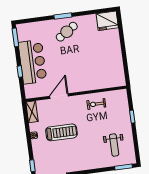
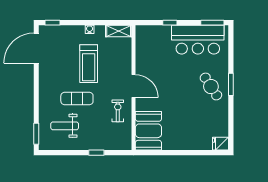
fridge: (107, 21) -> (220, 144), width x0.53, depth x0.75
bar counter: (32, 62) -> (198, 40), moved
booth: (109, 77) -> (148, 131), added
door: (59, 96) -> (134, 86), moved
exercise mat: (91, 138) -> (77, 99), added

